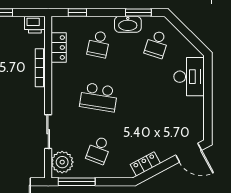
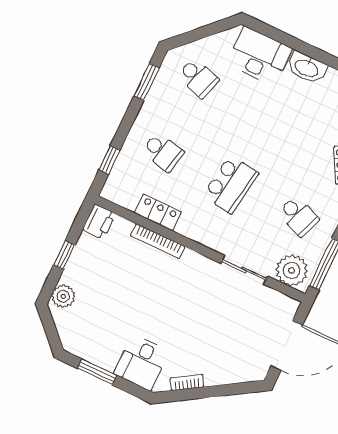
washbasin: (128, 24) -> (307, 68), moved, turned 90
locker: (59, 47) -> (158, 213), moved

